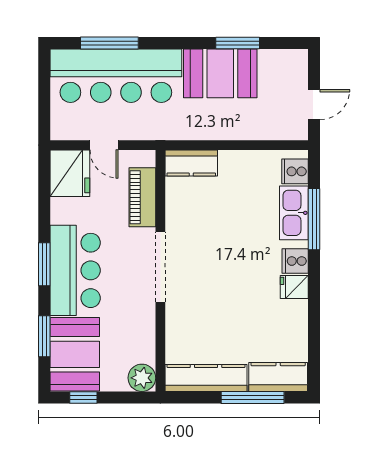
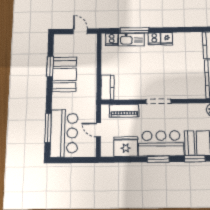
bar counter: (116, 76) -> (64, 133), width x0.73
door: (104, 145) -> (98, 130), swing flipped
fridge: (70, 173) -> (126, 146), moved
doorway: (160, 267) -> (158, 102), width x0.73

